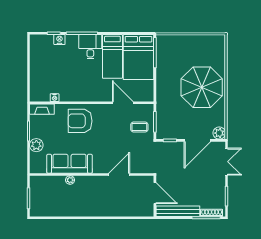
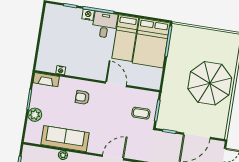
nightstand: (59, 40) -> (88, 15), moved
door: (123, 103) -> (116, 84), moved
armchair: (80, 121) -> (82, 97), width x0.53, depth x0.53
plant: (219, 133) -> (220, 132), removed

